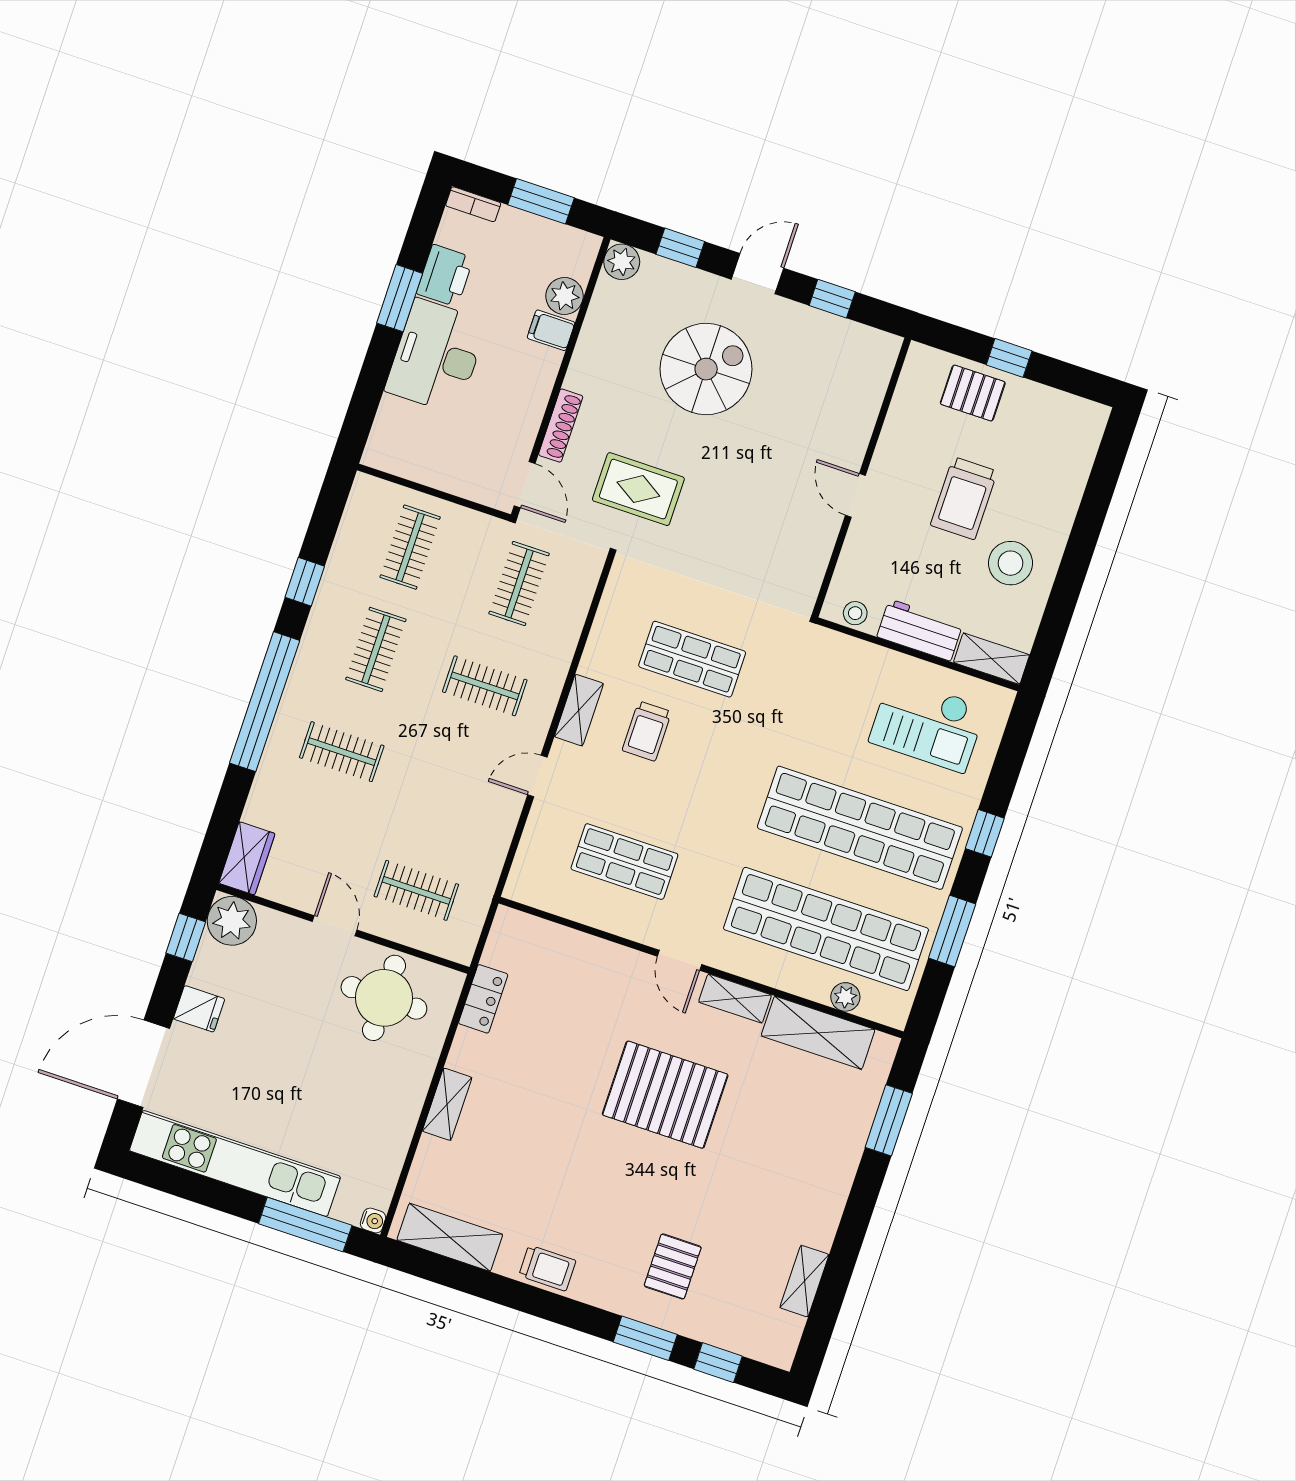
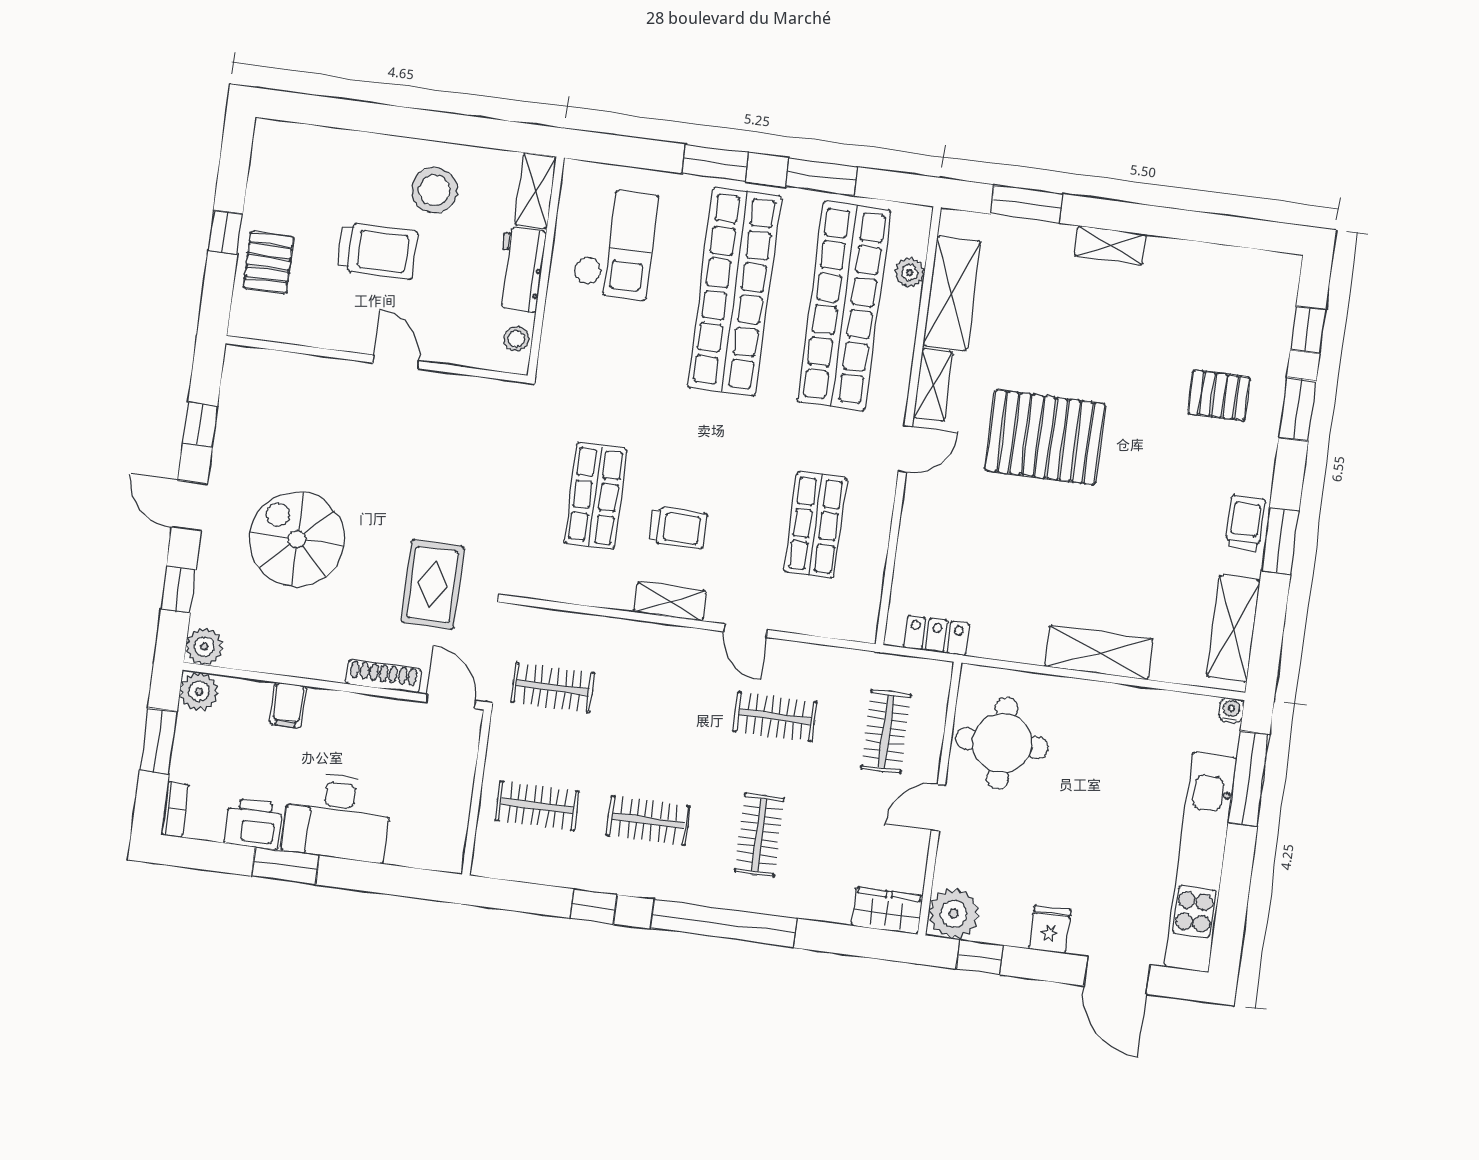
plant: (564, 296) -> (199, 691), moved
door: (525, 485) -> (451, 701), hinge flipped
door: (855, 495) -> (396, 362), swing flipped
clothes rail: (485, 686) -> (775, 717), moved, turned 90
window: (985, 833) -> (715, 163), width x1.50
locker: (483, 999) -> (937, 635), moved
door: (143, 1064) -> (1117, 975), width x0.73
pallet: (665, 1095) -> (1045, 437), turned 90
shelving: (447, 1104) -> (1099, 652), width x1.50, depth x1.33
shelving: (804, 1281) -> (1110, 245), moved
window: (524, 1298) -> (1280, 541), added

